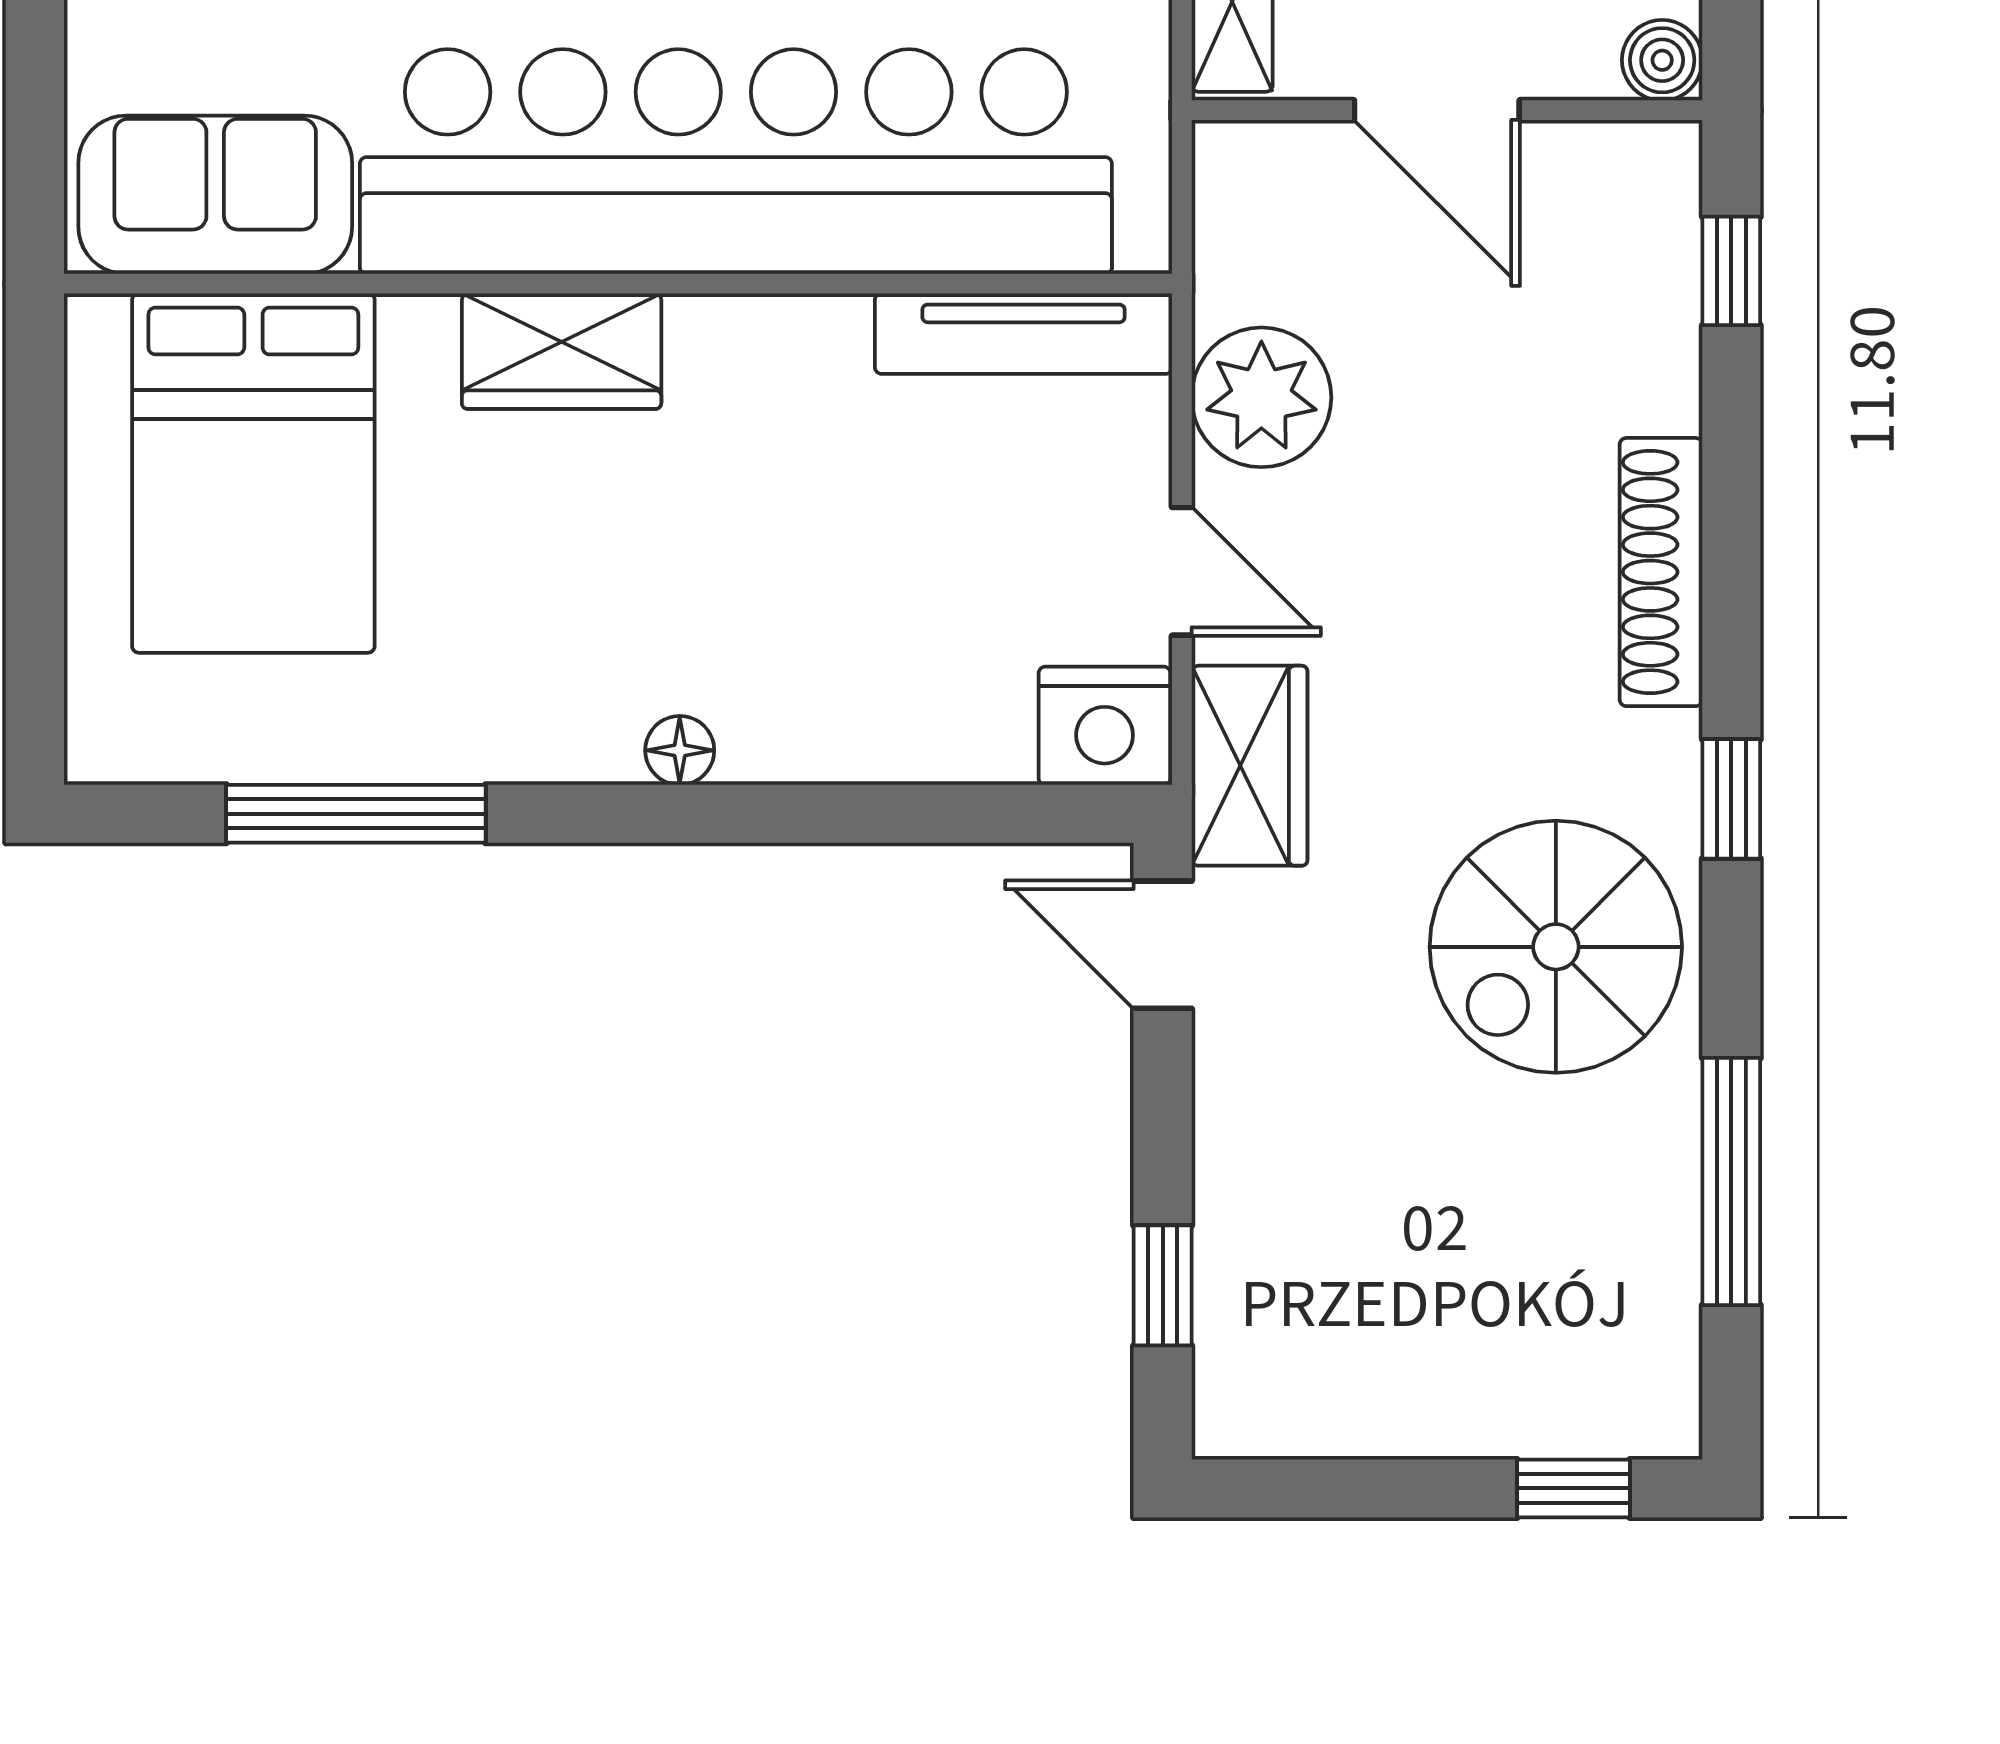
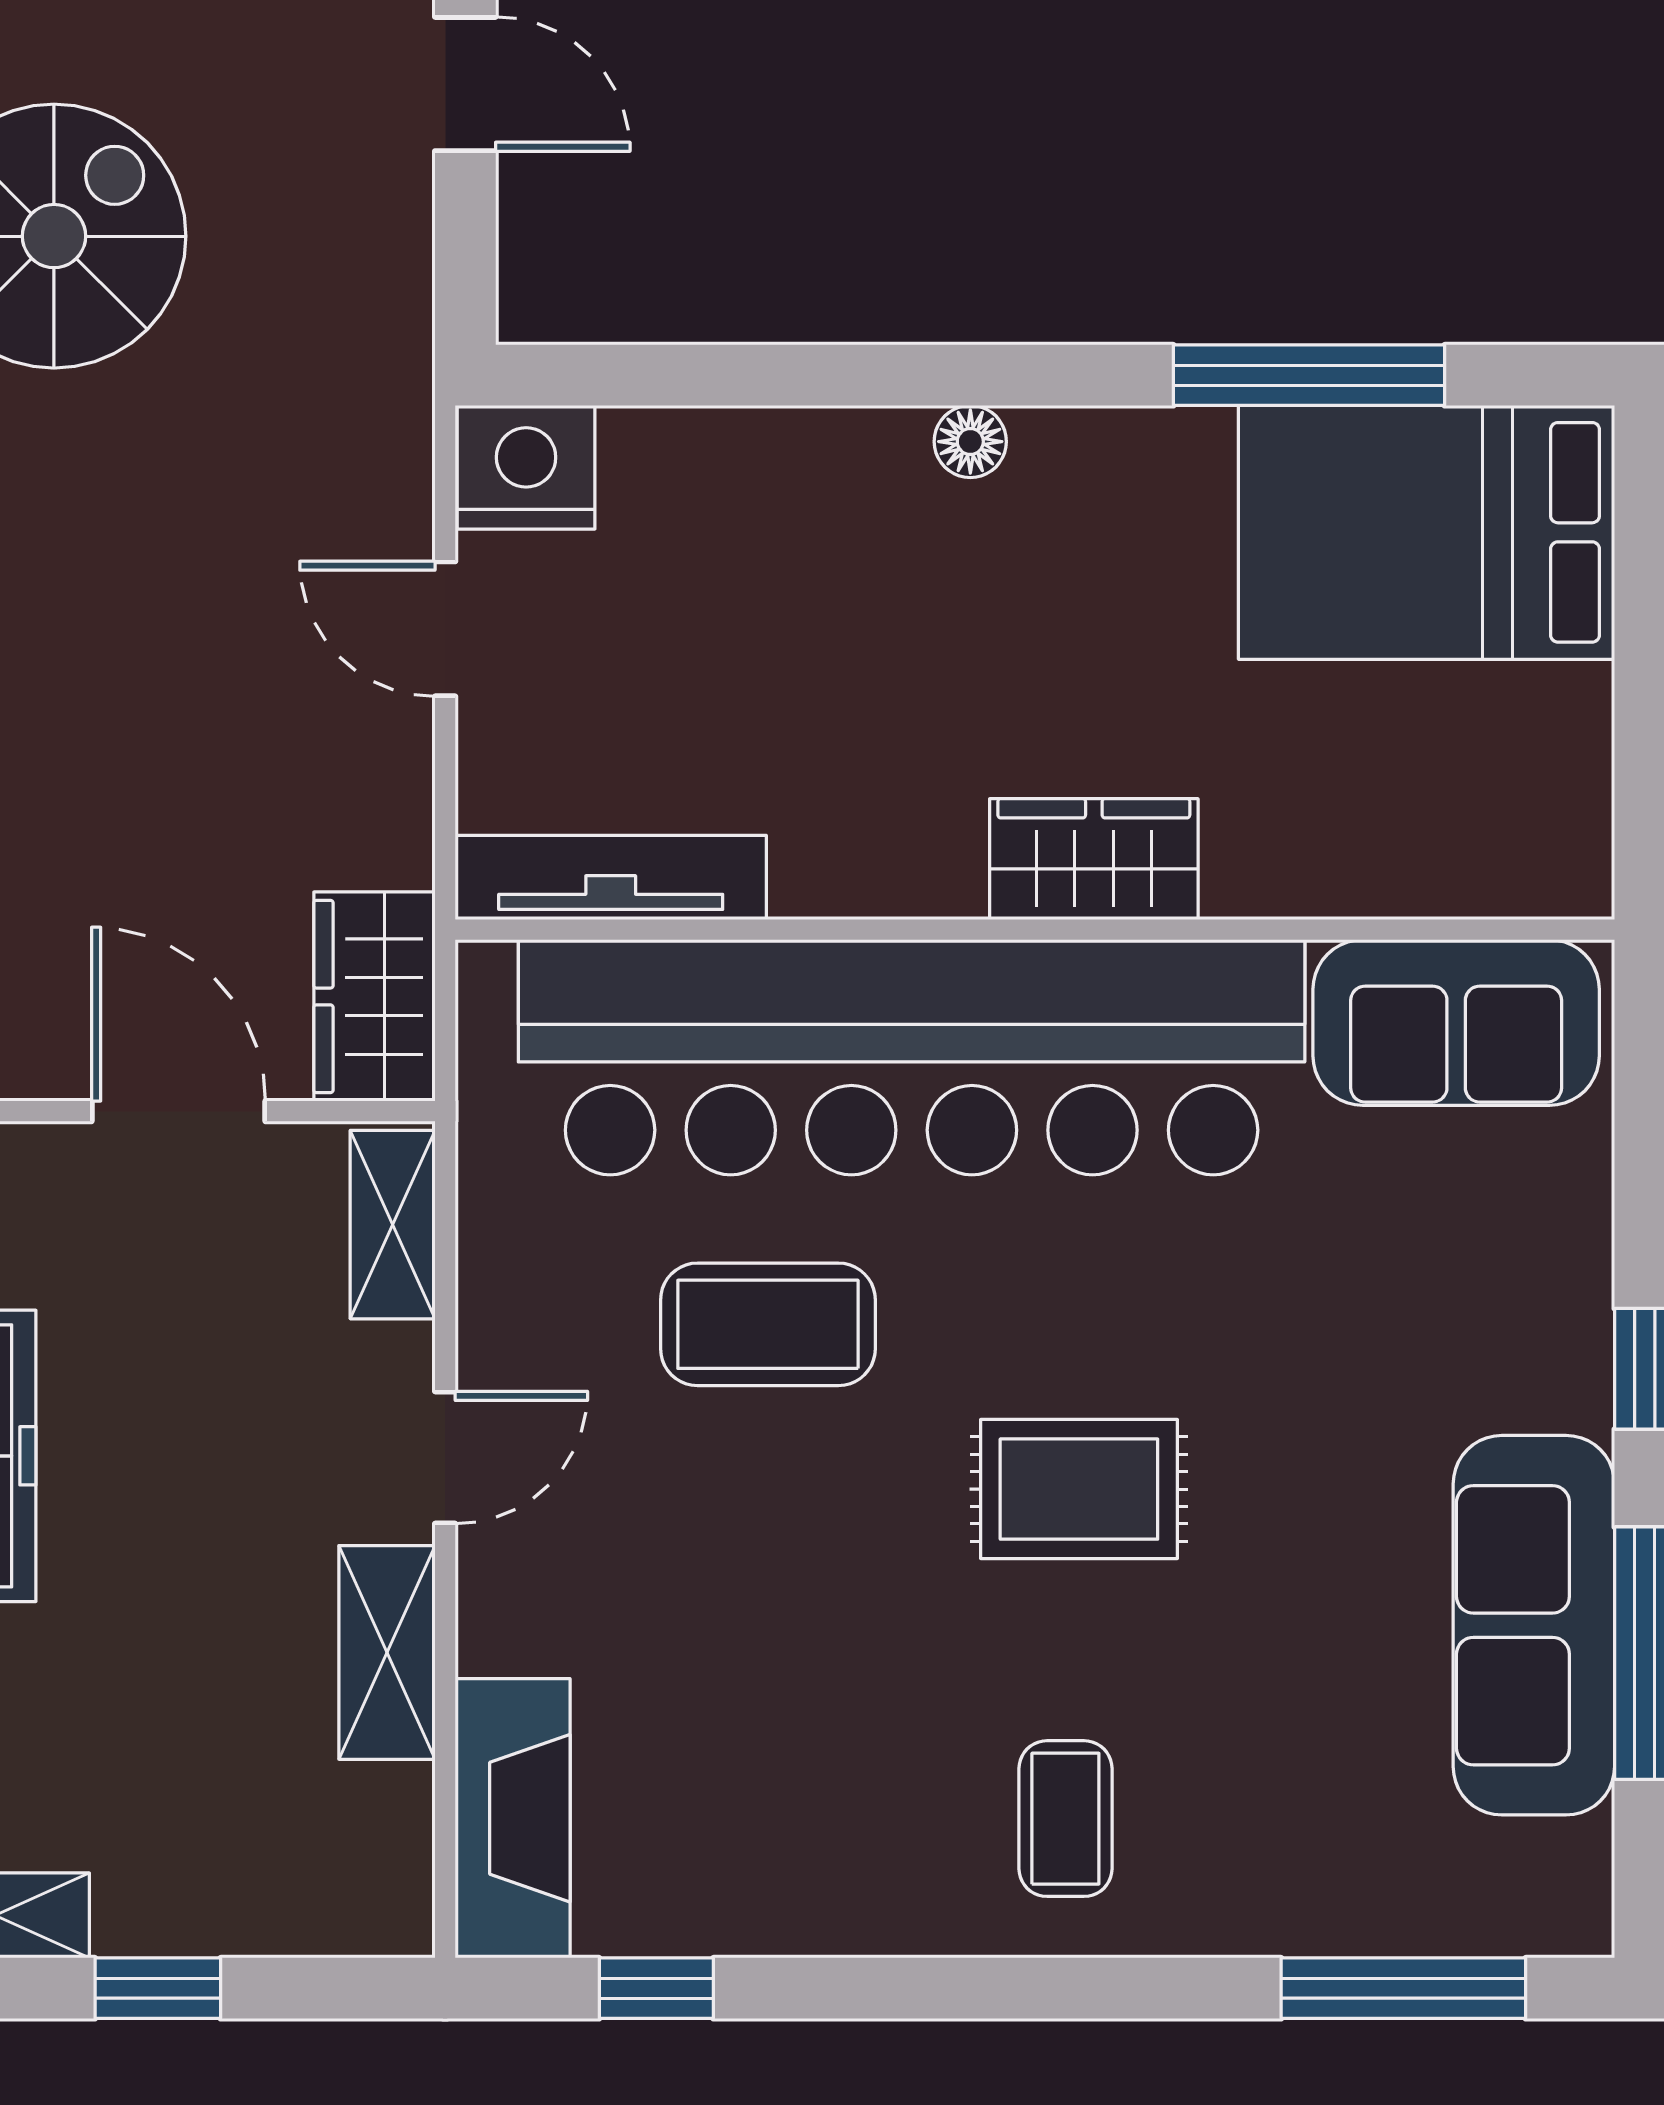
plant: (1261, 397) -> (362, 811), removed
bed: (253, 473) -> (1427, 532), moved, turned -90
wardrobe: (1250, 766) -> (374, 996), moved
door: (1163, 945) -> (465, 84), moved

